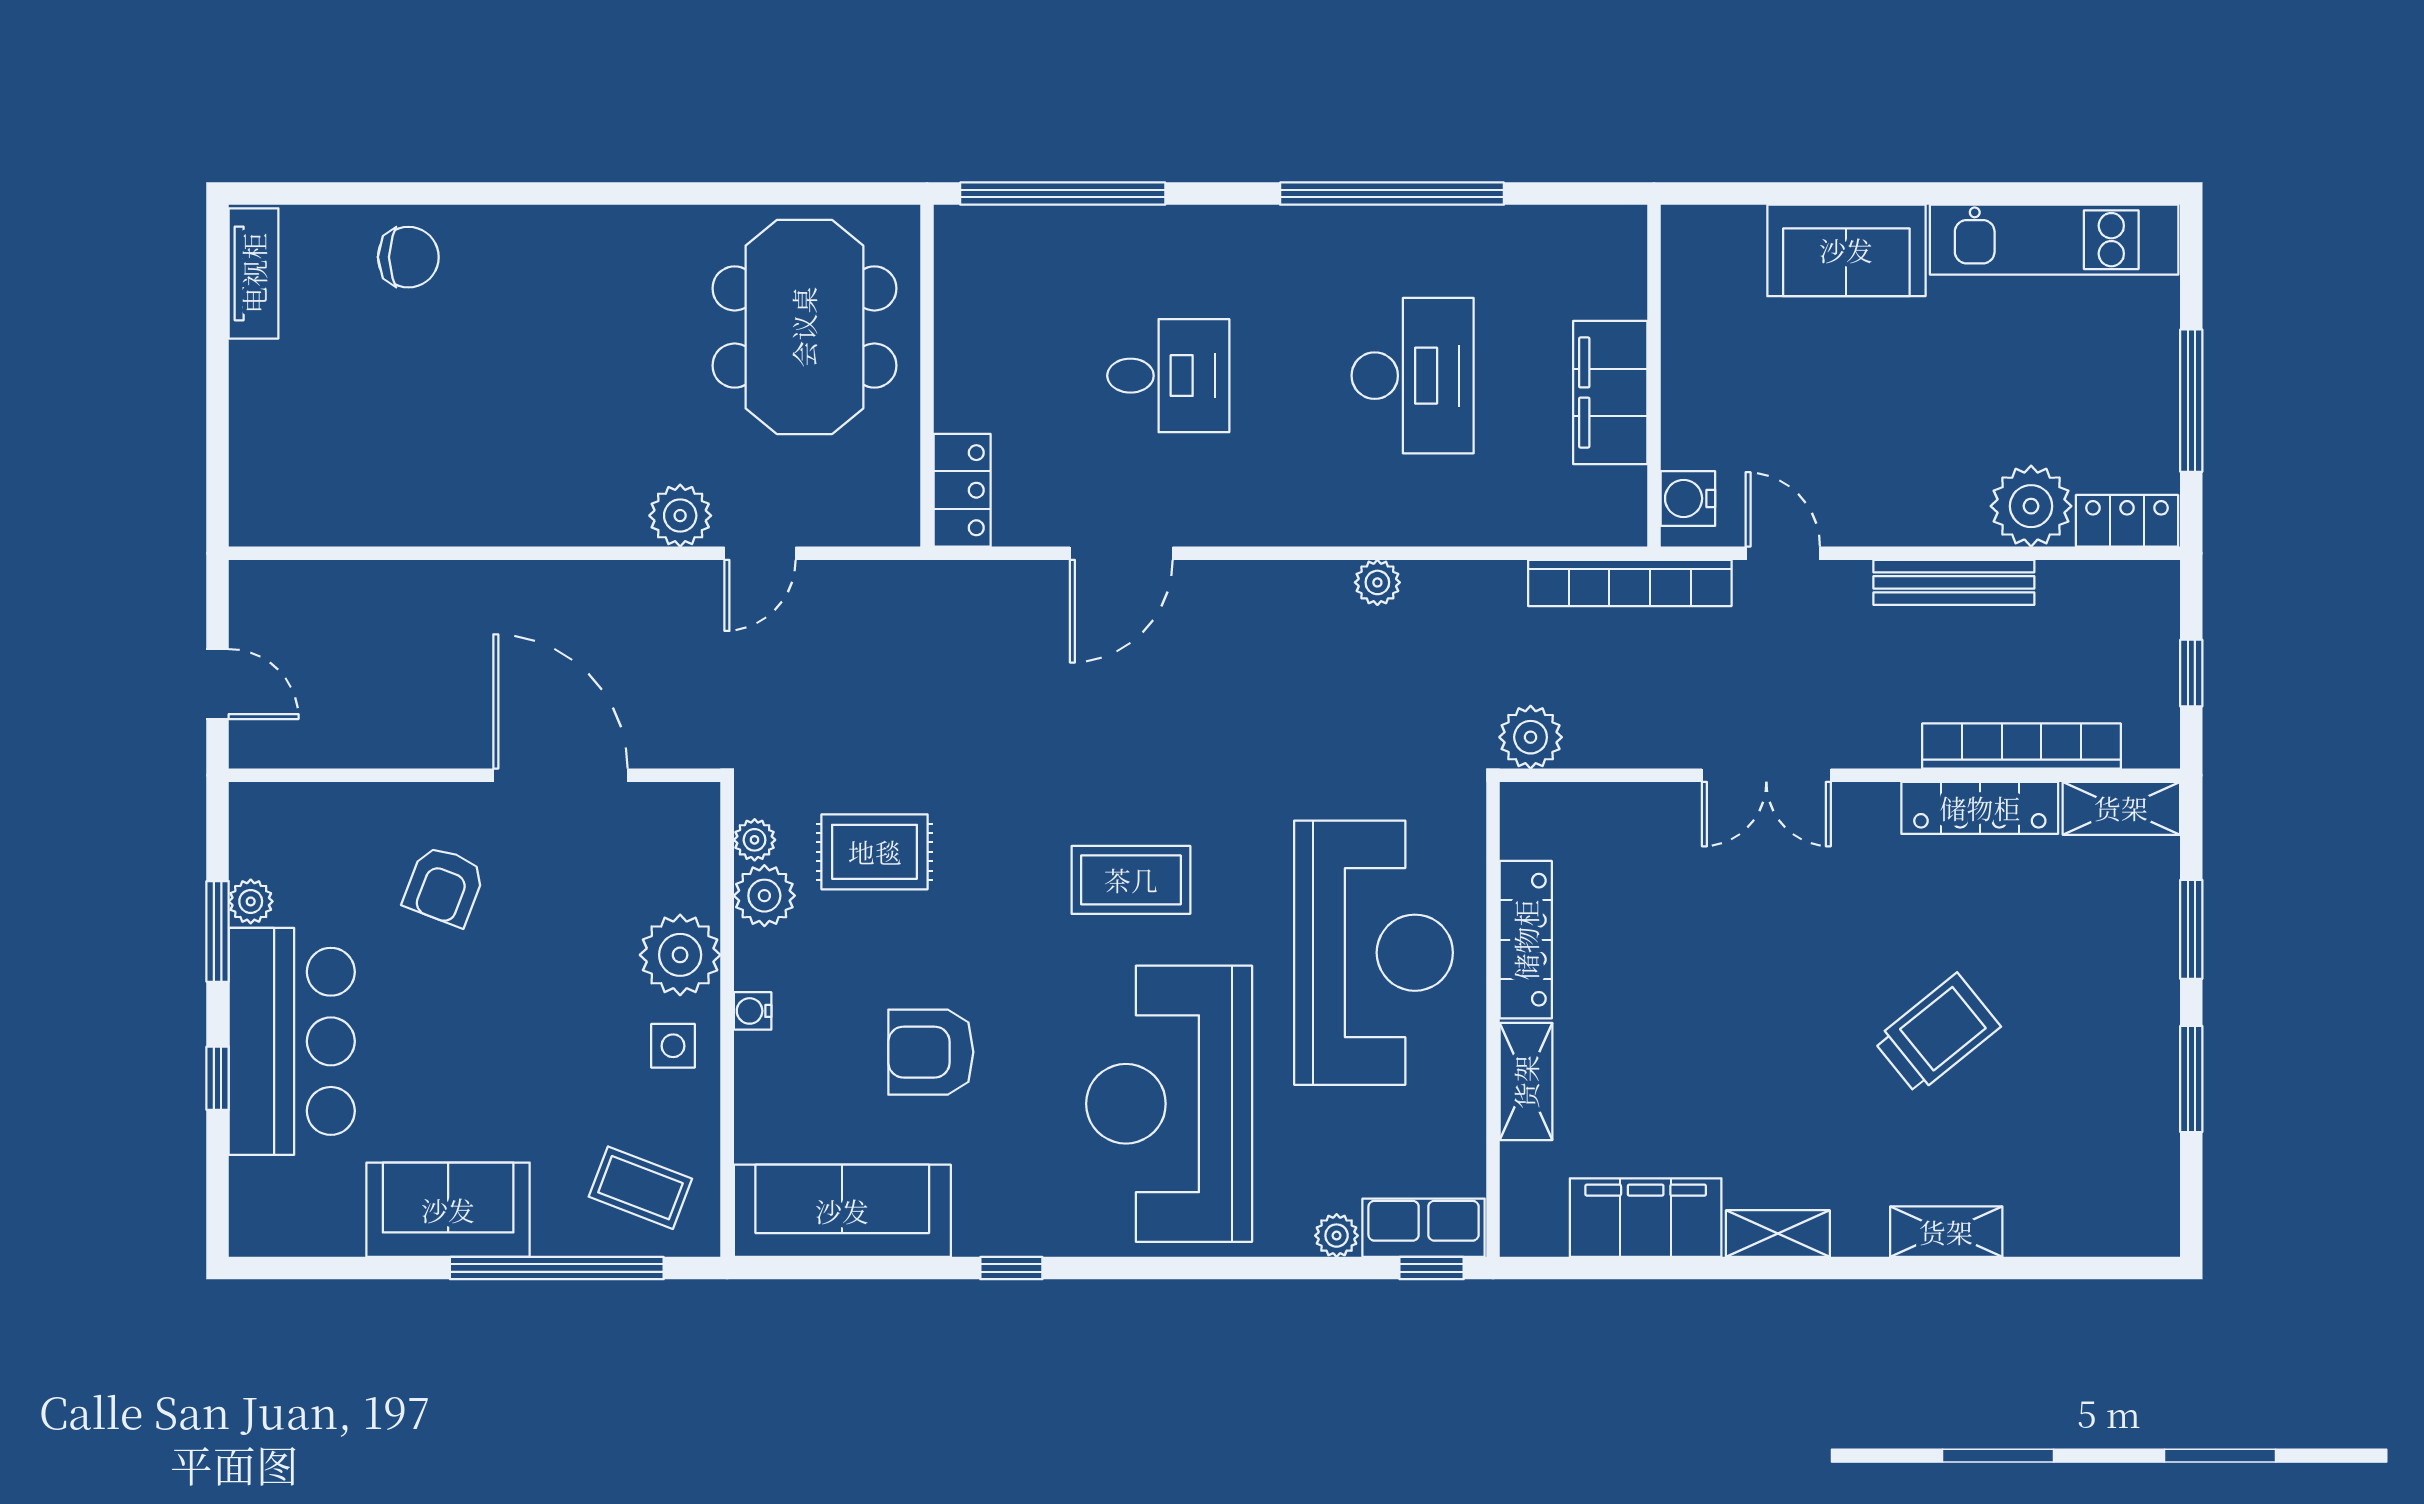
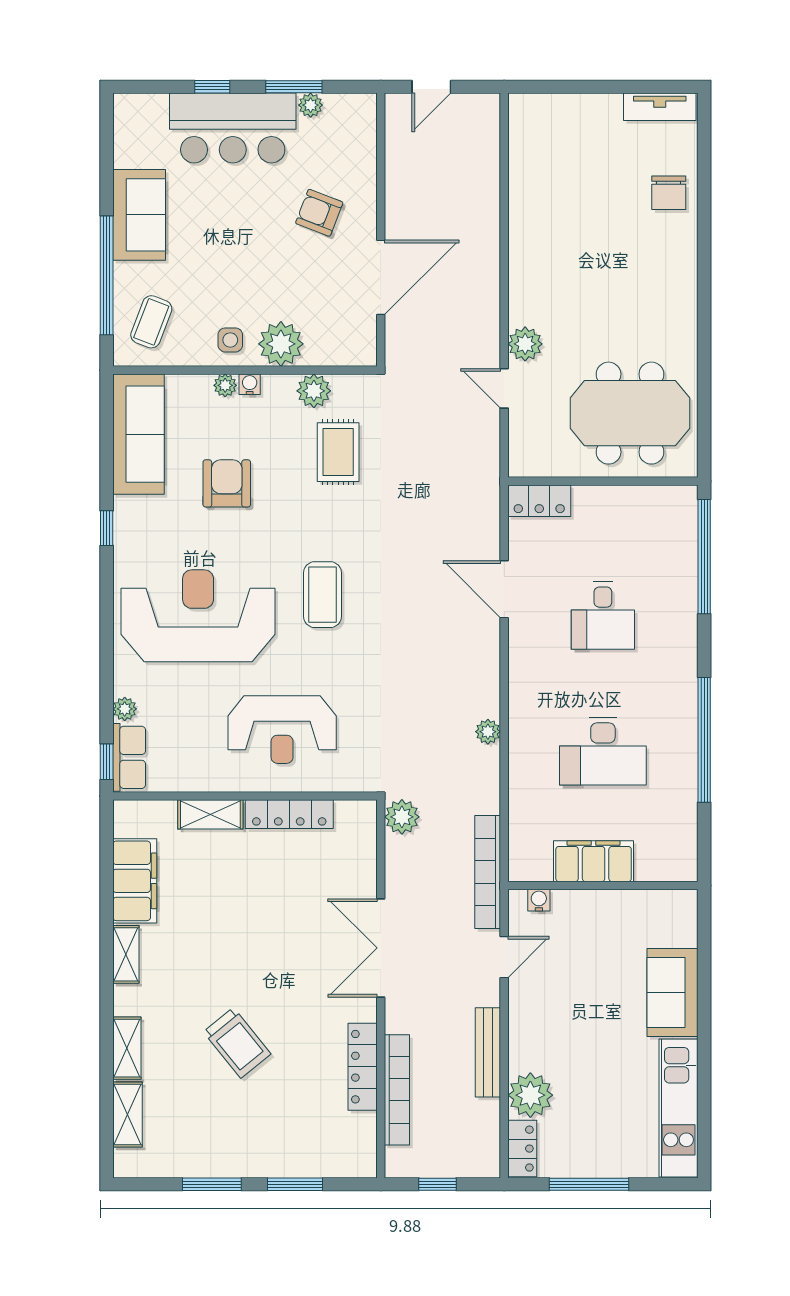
water cooler: (1688, 498) -> (539, 900), width x0.72, depth x0.72
double door: (1766, 775) -> (381, 948), width x1.37
shelving: (2121, 808) -> (128, 1114), moved
plant: (755, 840) -> (225, 385), moved
reception desk: (1374, 953) -> (282, 730), width x0.74, depth x0.77

